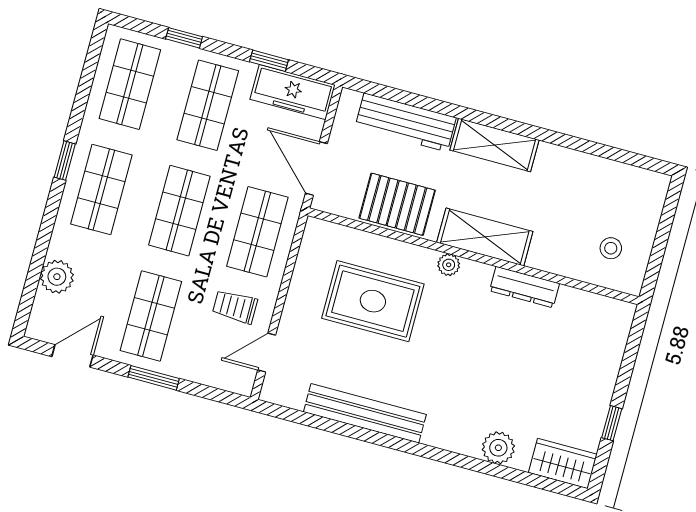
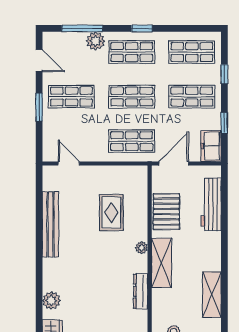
freezer: (293, 92) -> (211, 146), width x0.71
shelving: (495, 145) -> (212, 295), moved
window: (37, 265) -> (82, 28), added
plant: (57, 277) -> (96, 41), moved
rug: (373, 301) -> (111, 213), width x0.73, depth x0.70
trolley: (235, 307) -> (89, 140), removed

